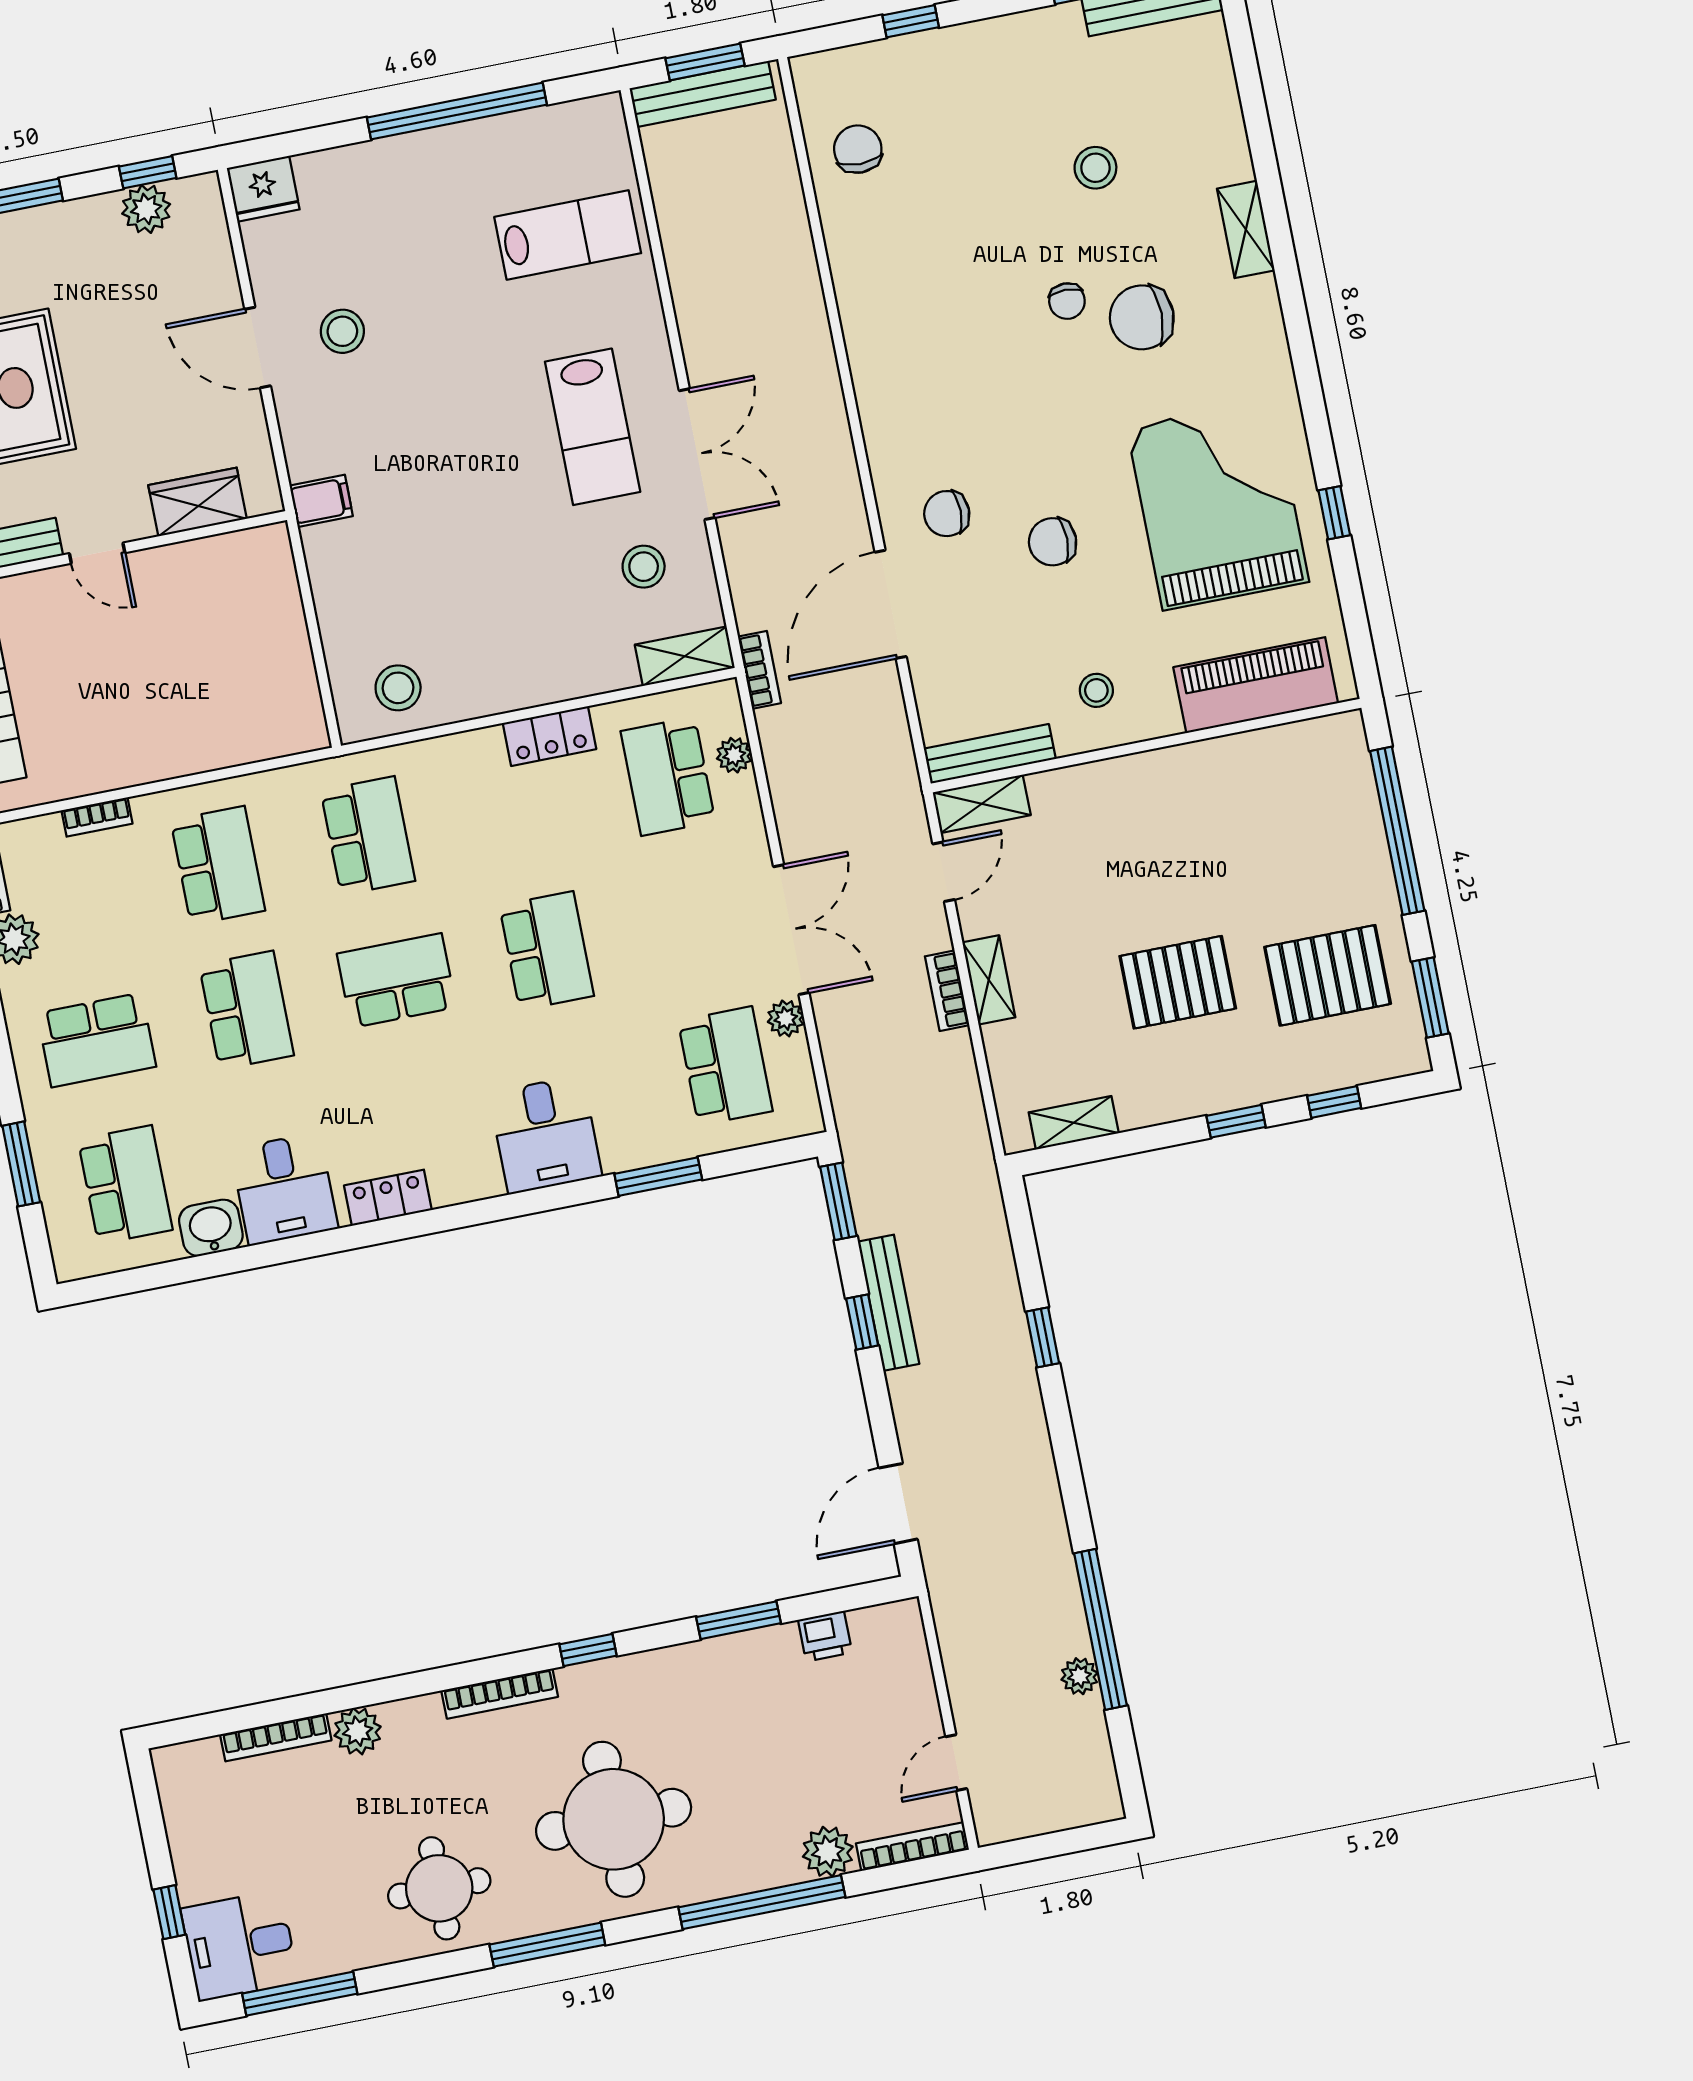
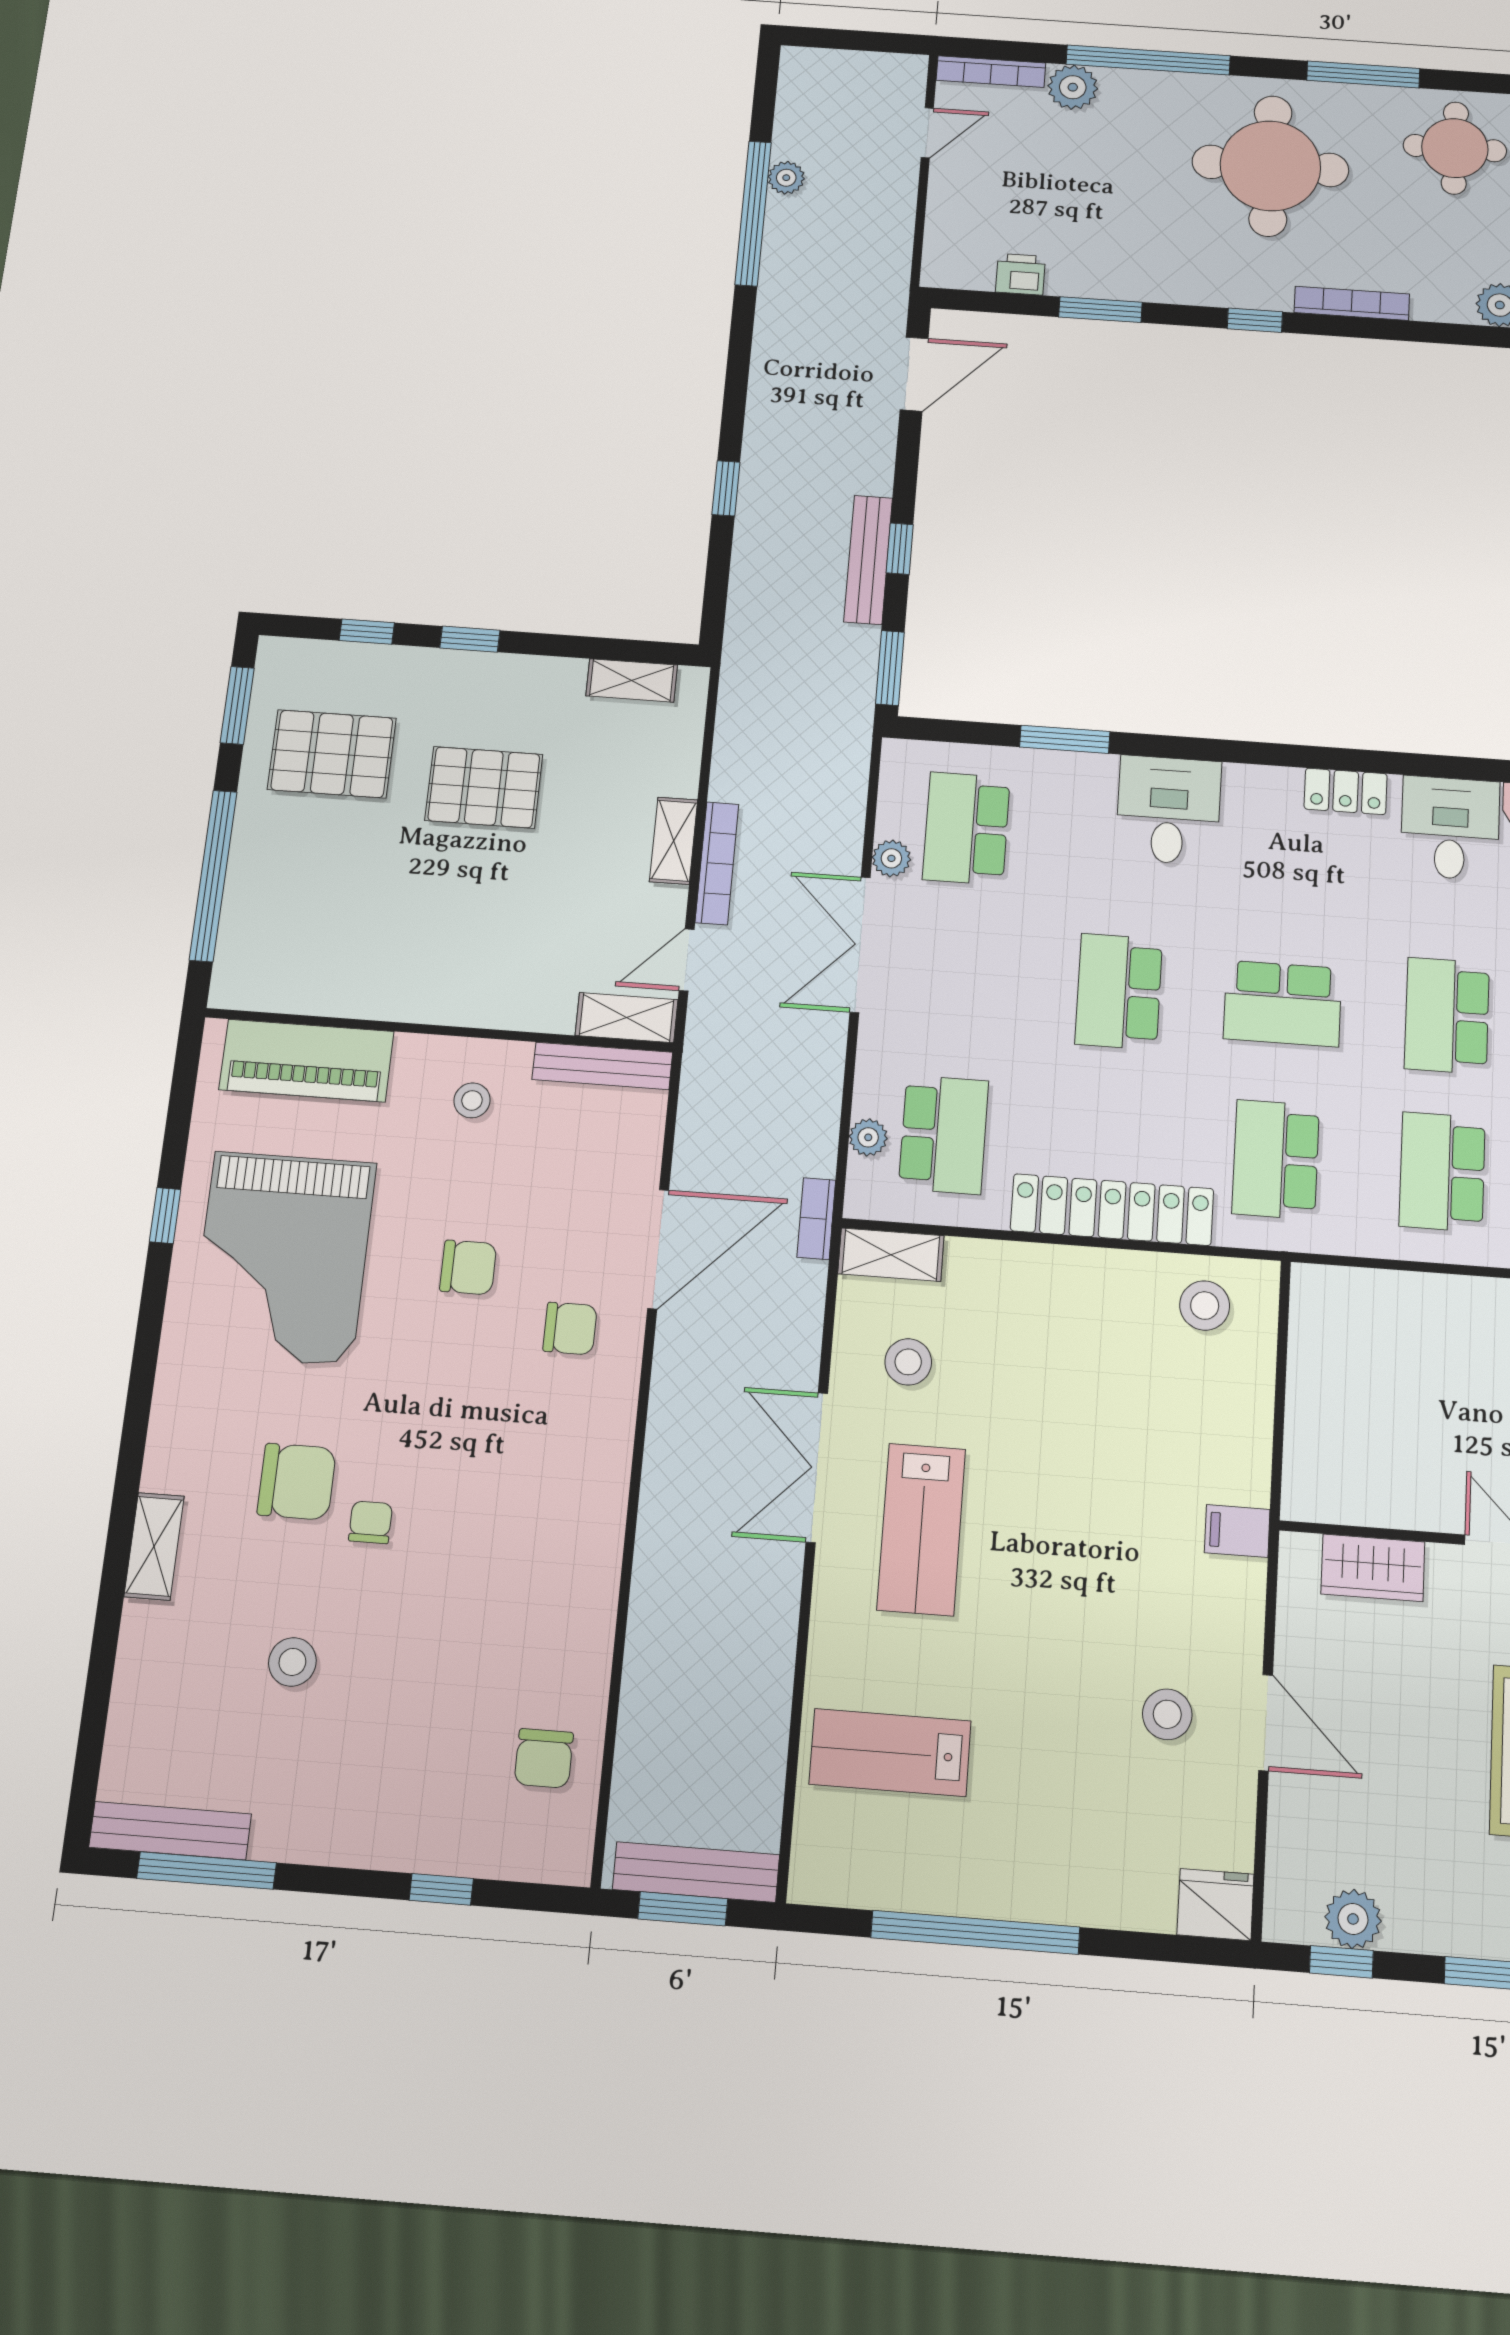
lab bench: (593, 427) -> (921, 1529), turned 180
locker: (549, 736) -> (1112, 1210), width x2.16, depth x1.21
bookcase: (947, 991) -> (717, 863), width x1.56

